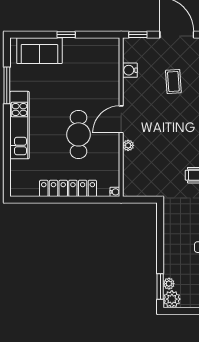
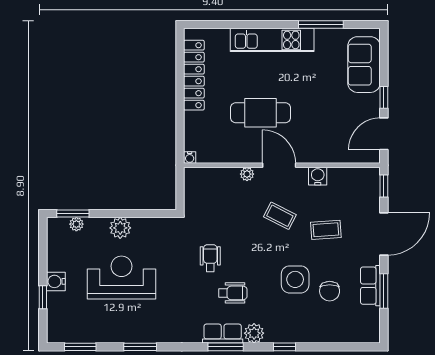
door: (96, 35) -> (384, 134), added
water cooler: (130, 70) -> (318, 176), moved
coffee table: (162, 119) -> (280, 216), added
locker: (68, 188) -> (194, 75), moved
plant: (172, 299) -> (120, 228), moved

